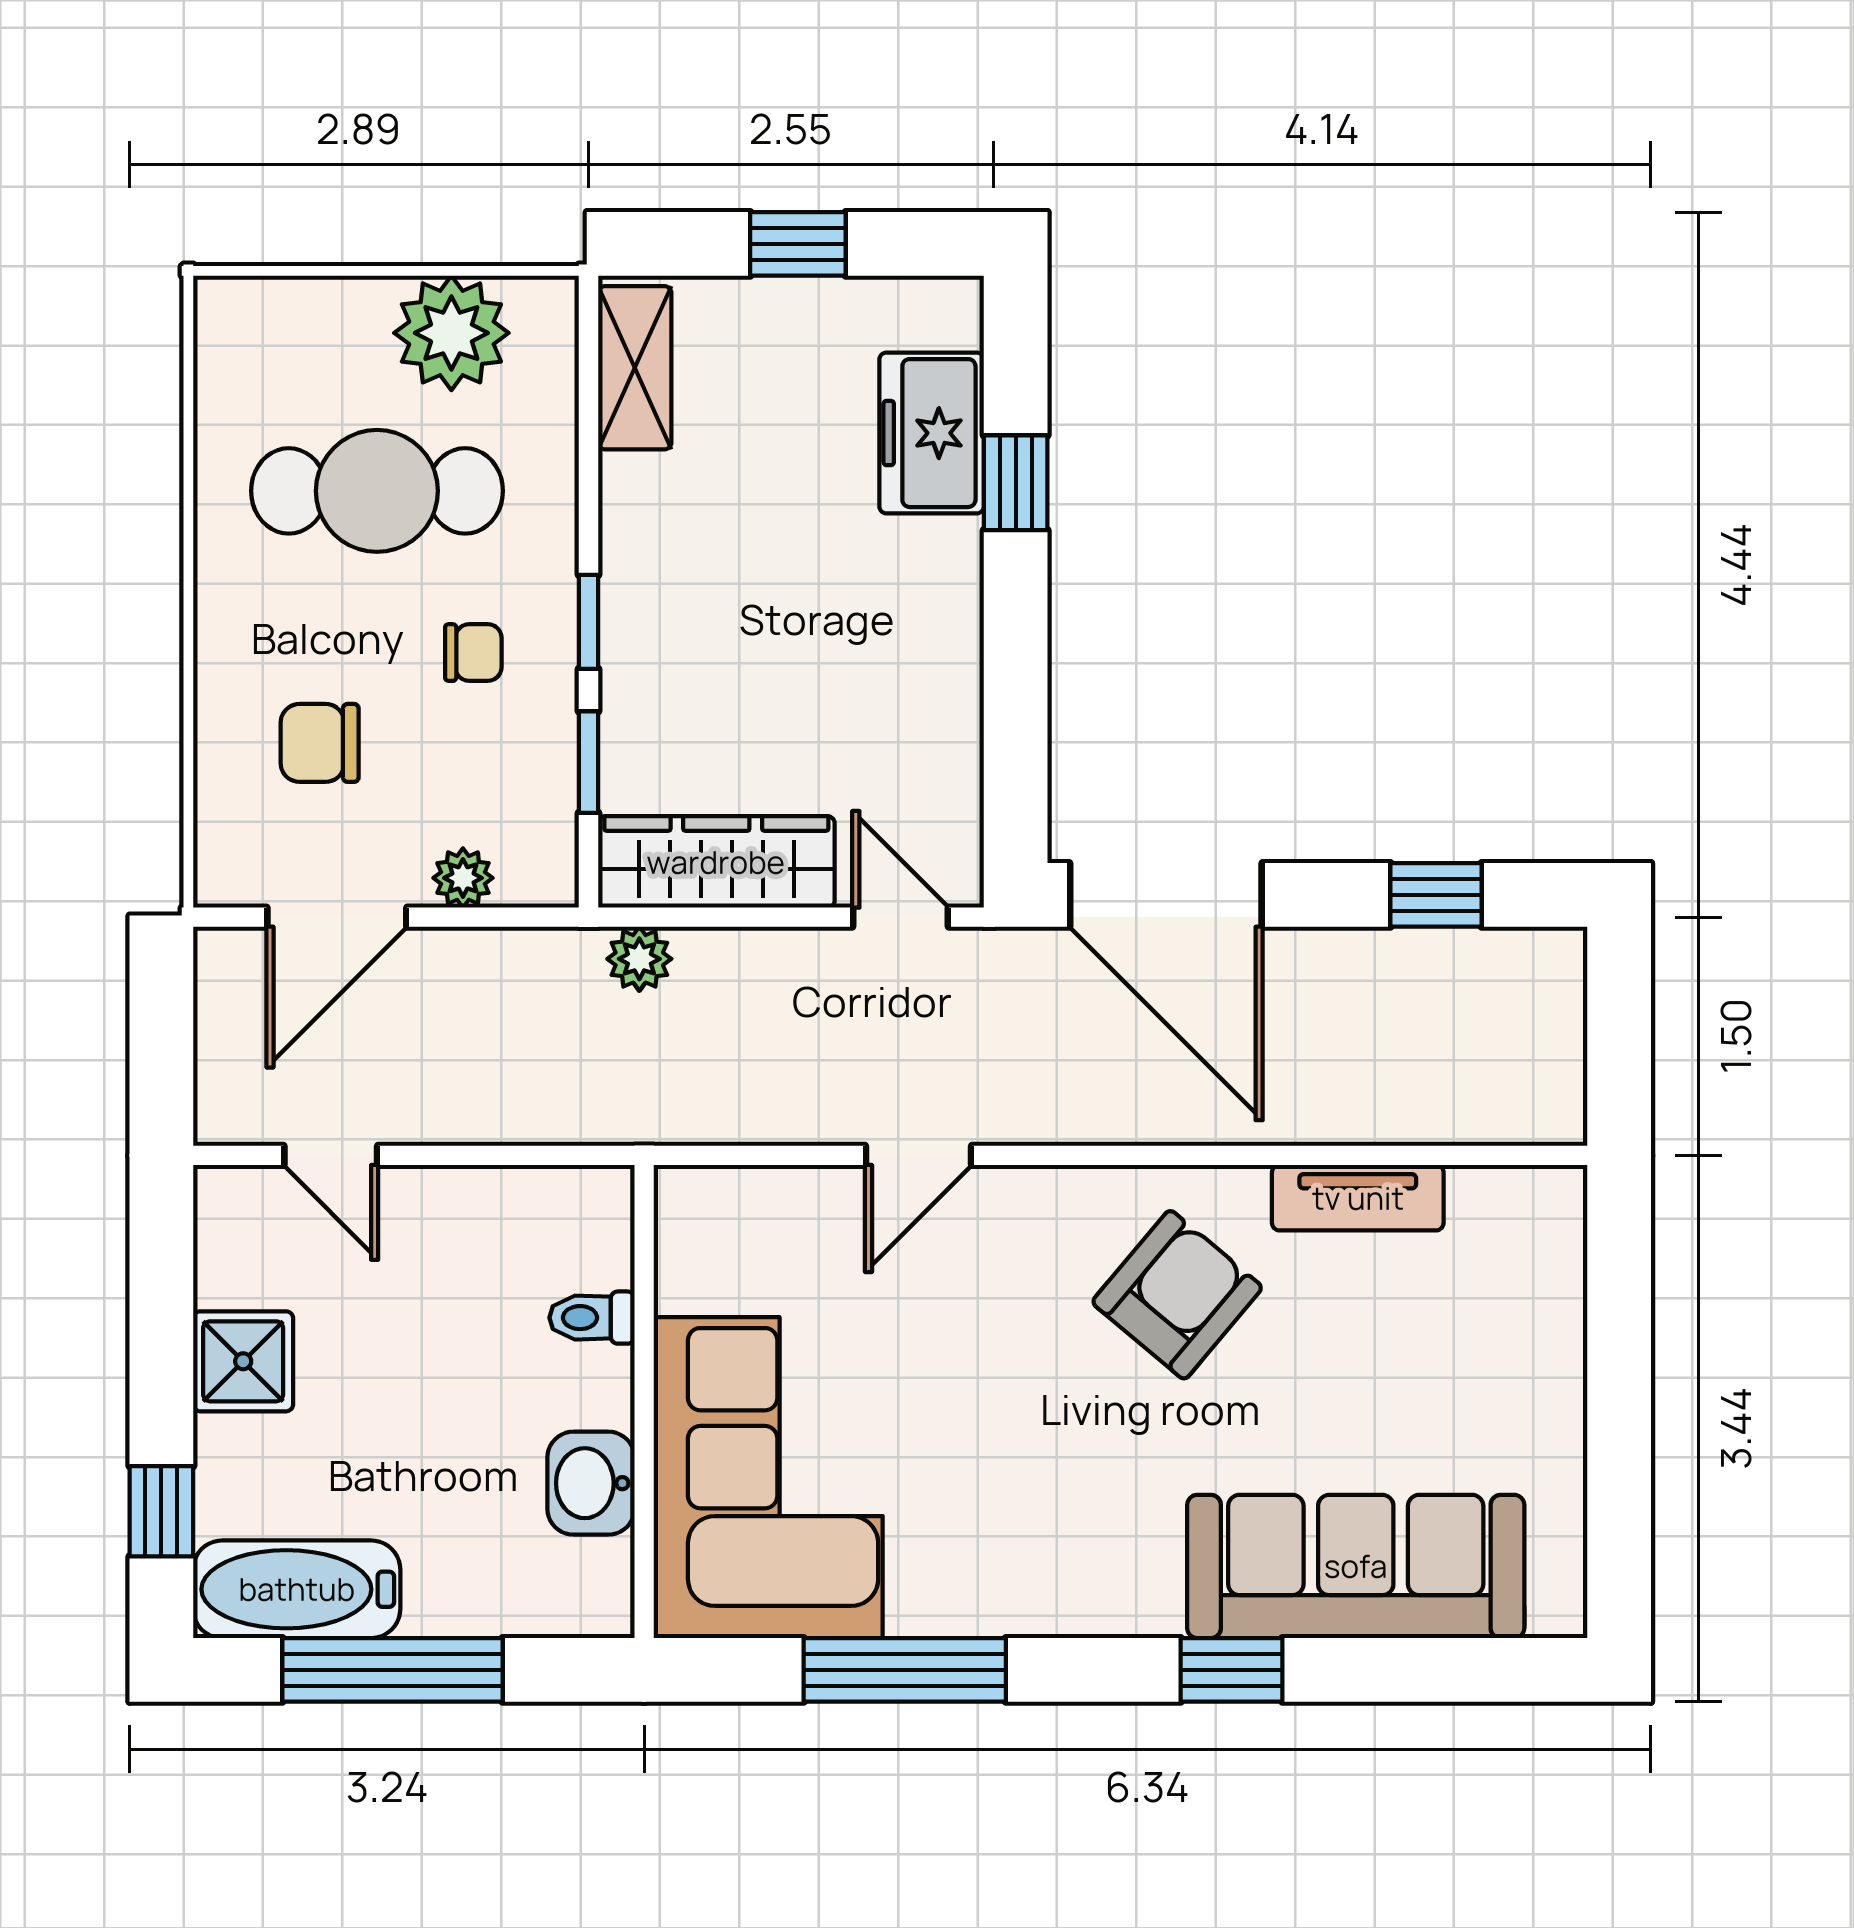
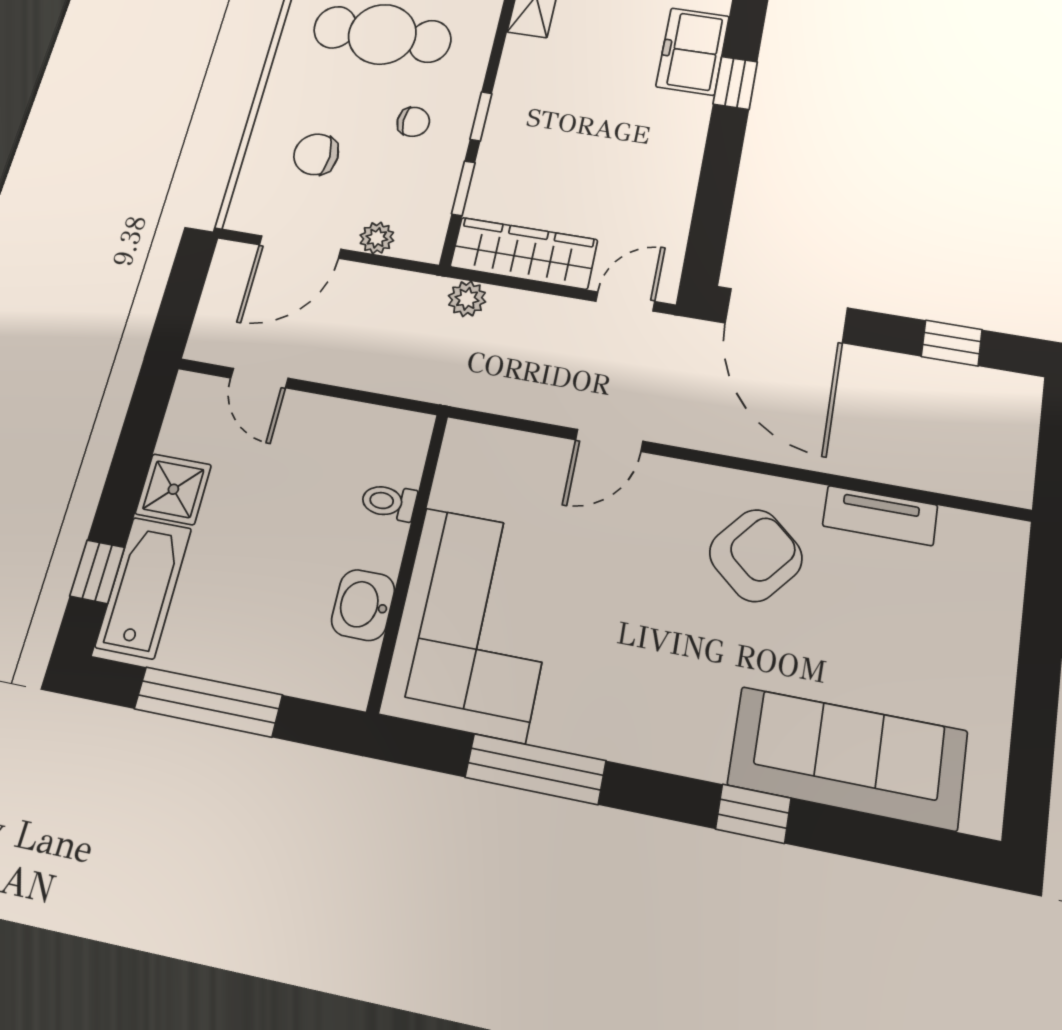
door: (901, 917) -> (625, 301), hinge flipped
bathtub: (297, 1589) -> (144, 587), moved, turned 90

